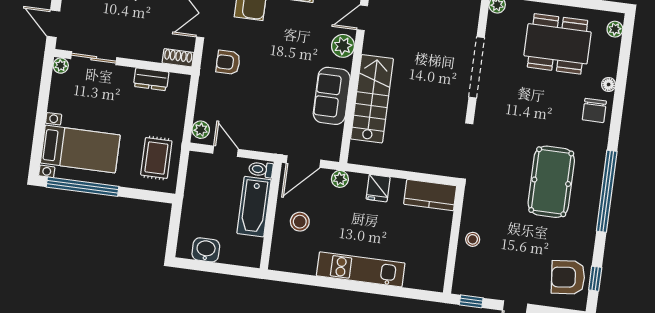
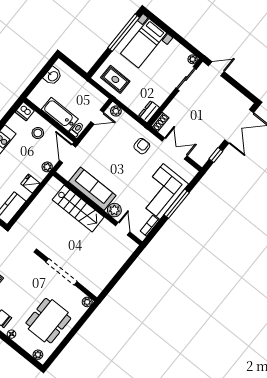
dresser: (151, 79) -> (149, 112), moved
sofa: (332, 96) -> (92, 189), width x1.36
dishwasher: (280, 259) -> (25, 111), added

